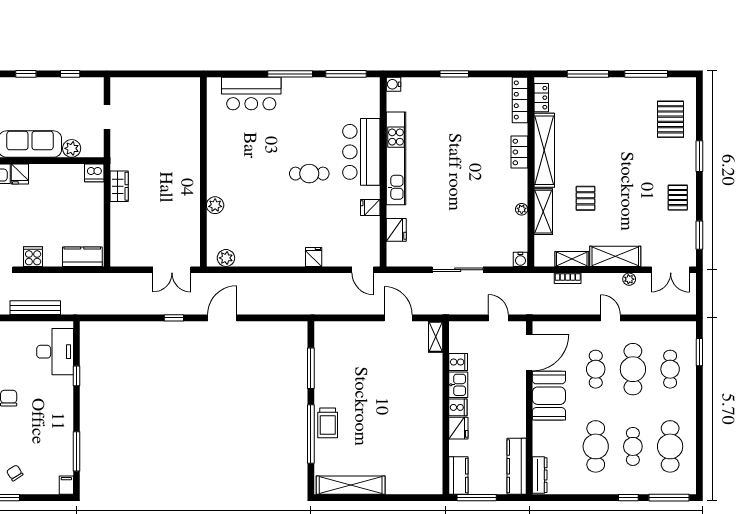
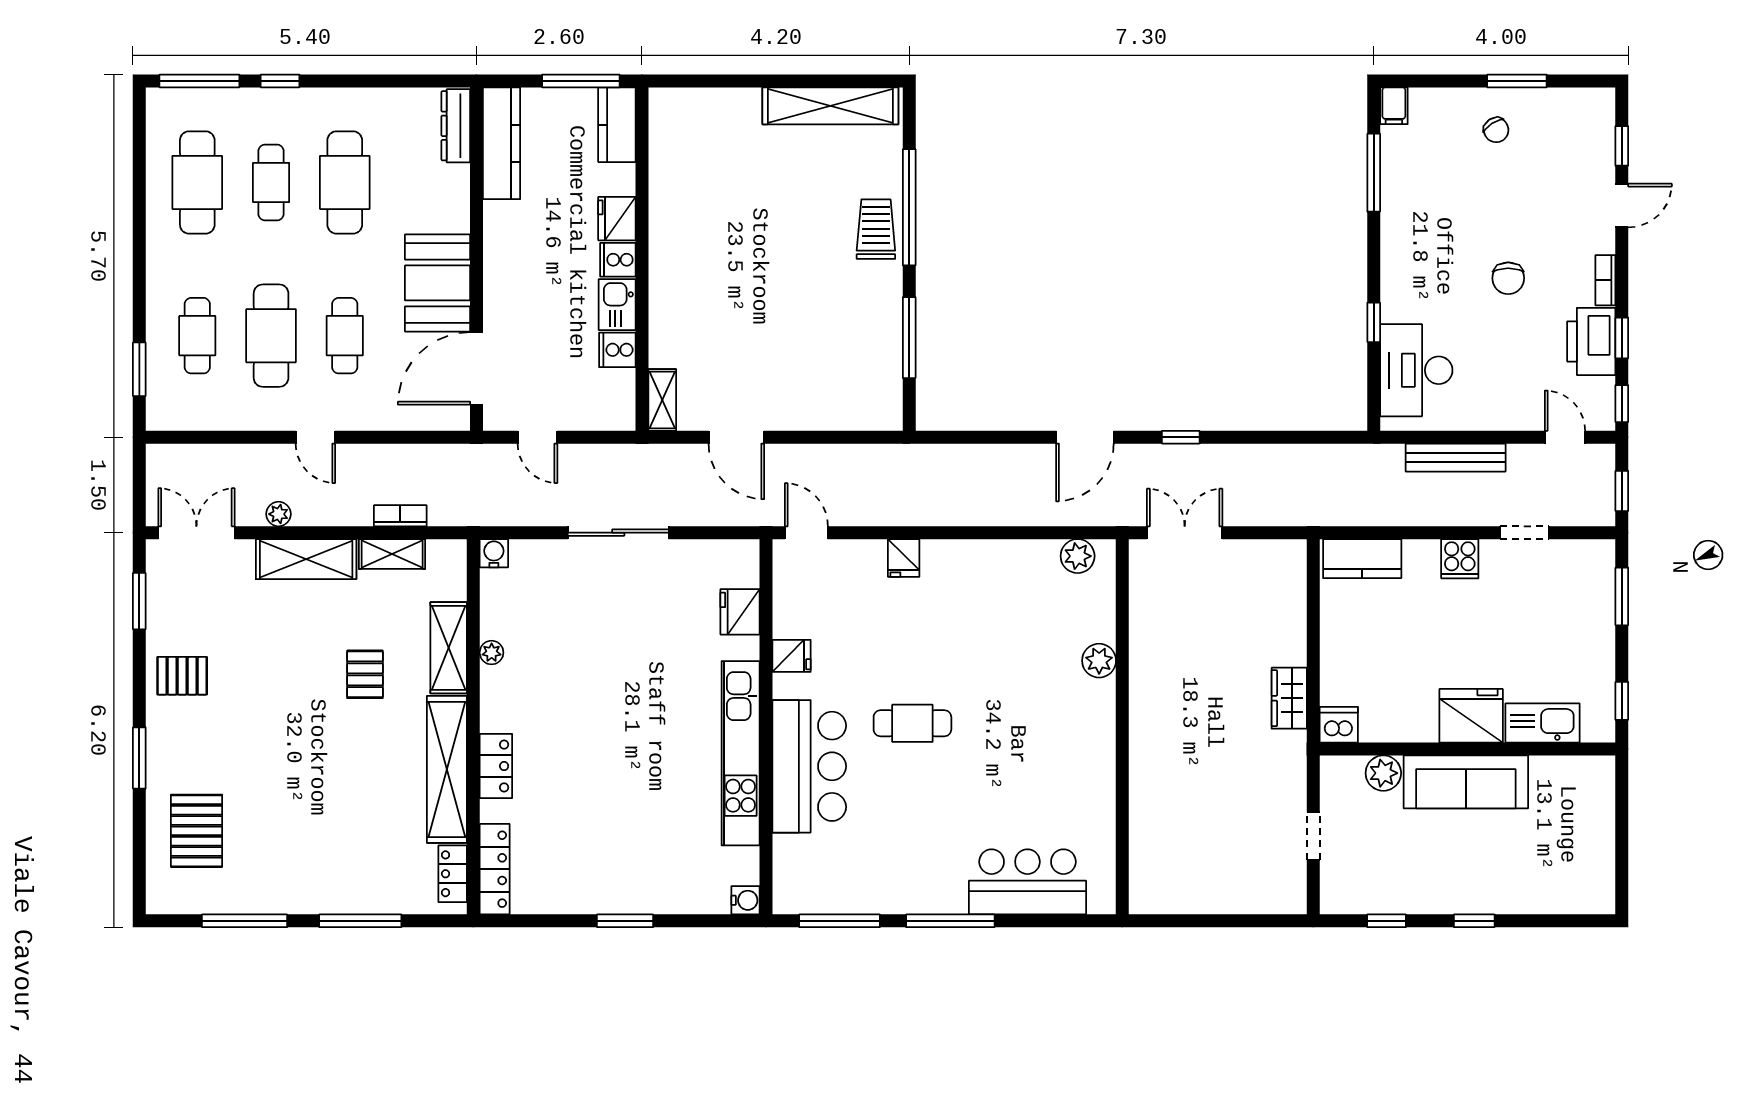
fridge: (20, 174) -> (1471, 716), width x1.88, depth x1.34
pallet: (678, 198) -> (182, 676), turned 90

